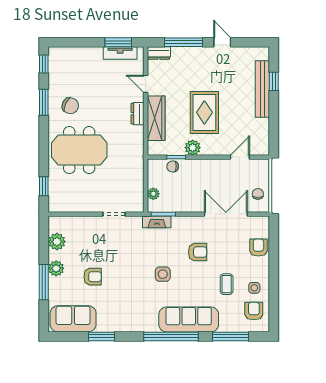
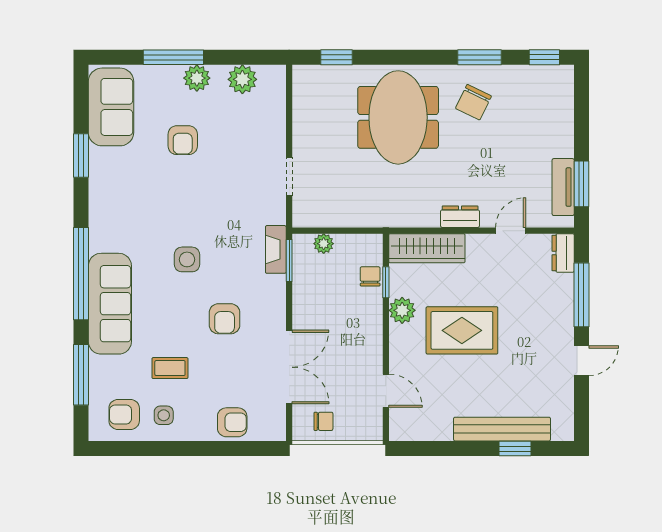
wardrobe: (156, 118) -> (427, 248), moved
armchair: (254, 311) -> (124, 414), turned 180

